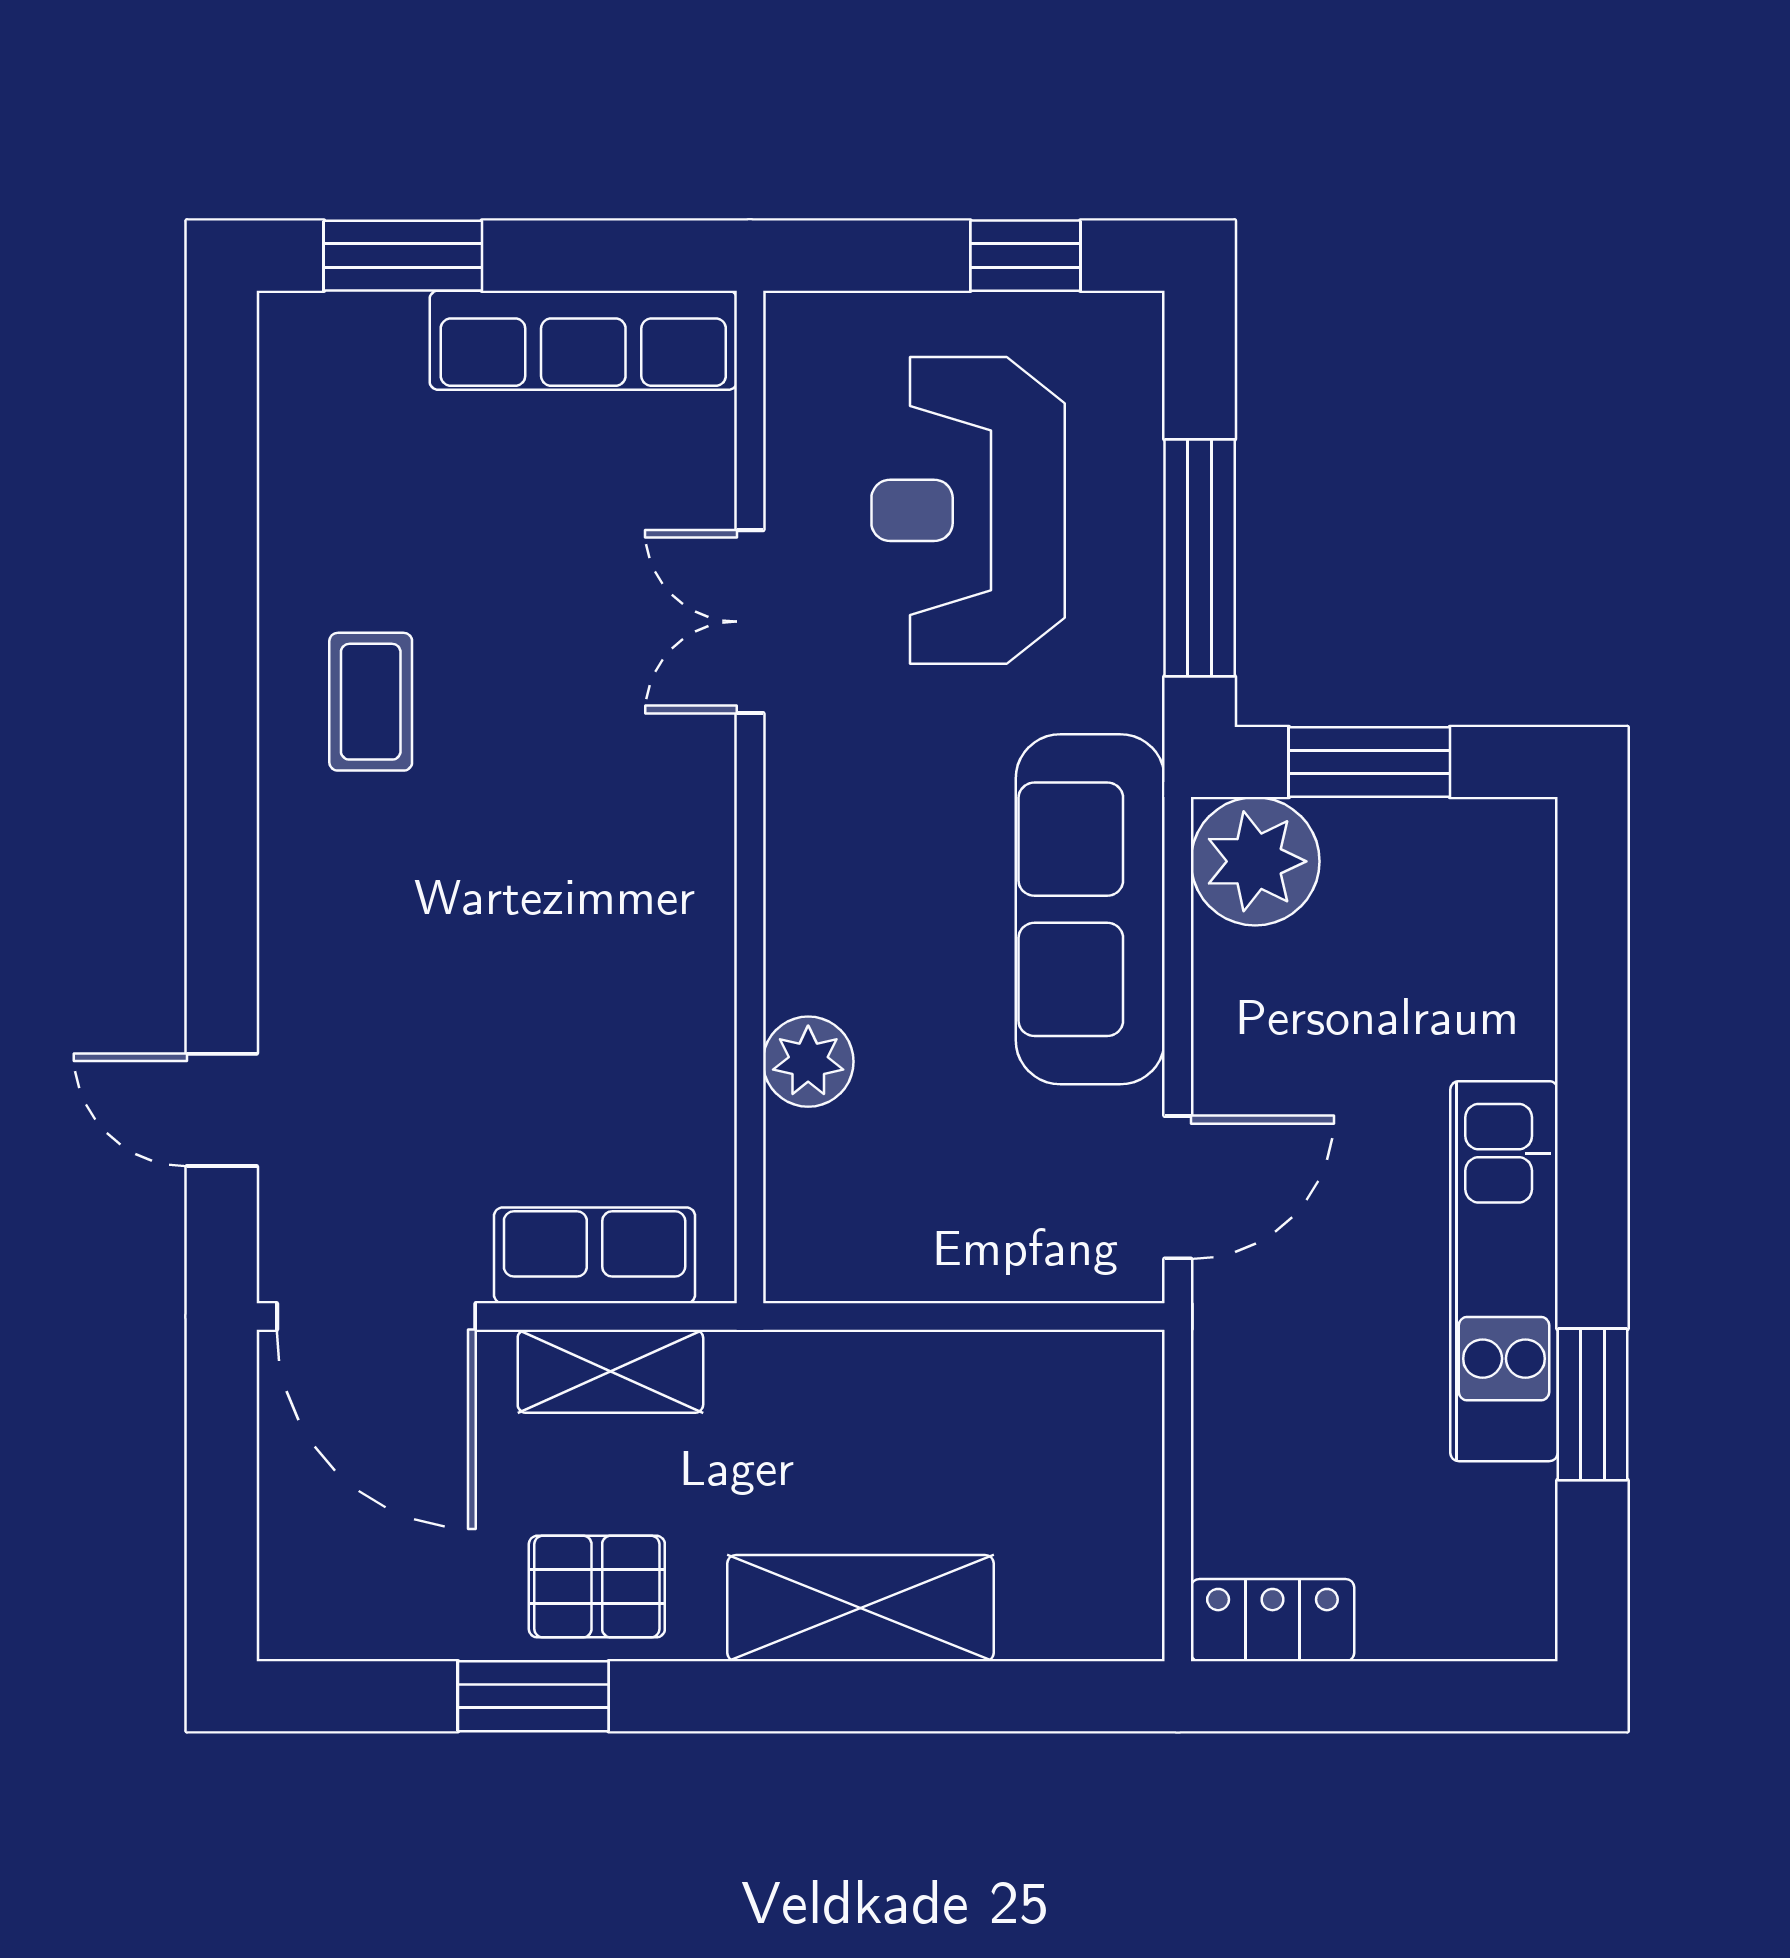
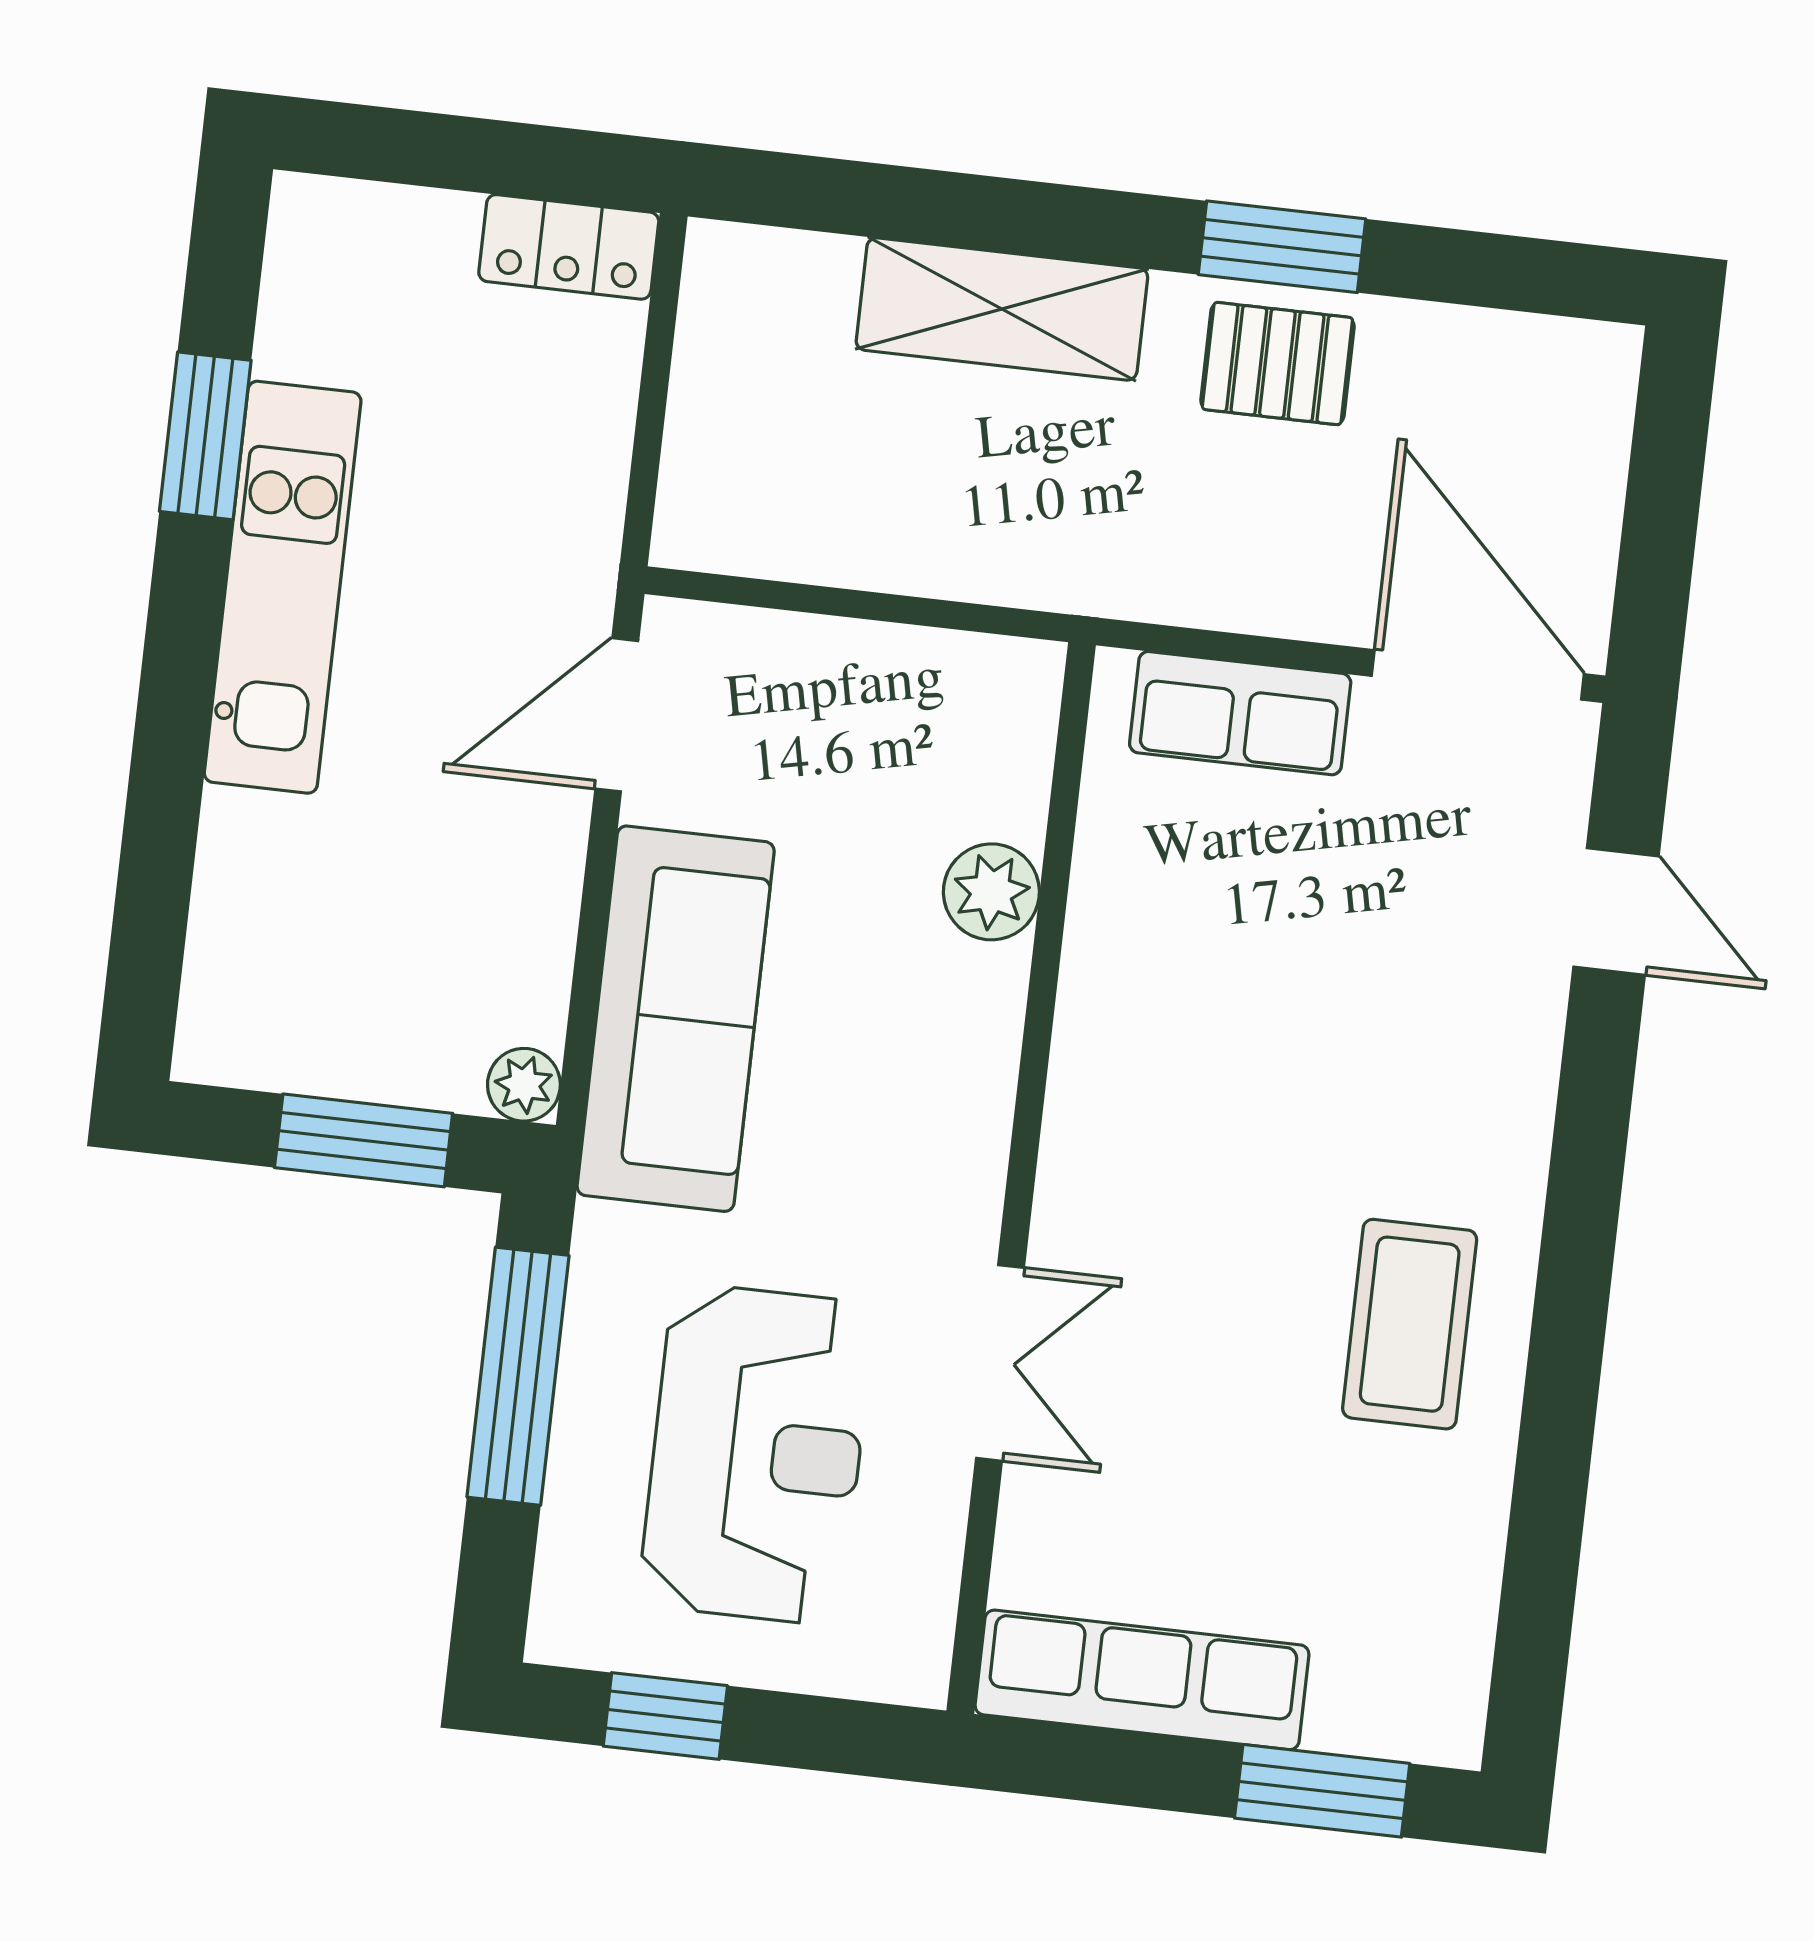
coffee table: (371, 702) -> (1410, 1324), width x1.36, depth x1.30
plant: (1255, 861) -> (524, 1085), width x0.53, depth x0.53
shelving: (610, 1371) -> (1237, 589), removed
window: (533, 1696) -> (1282, 247), moved

